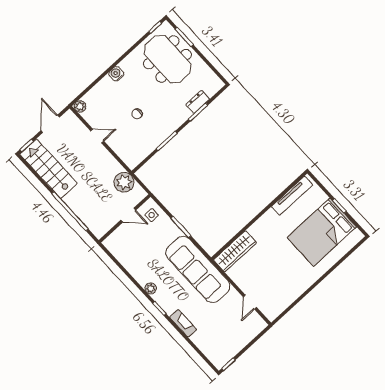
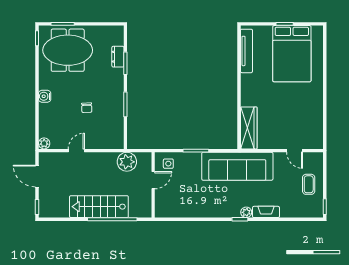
stairs: (49, 169) -> (99, 207), moved
plant: (151, 288) -> (246, 212), moved
coffee table: (234, 336) -> (309, 184), added

